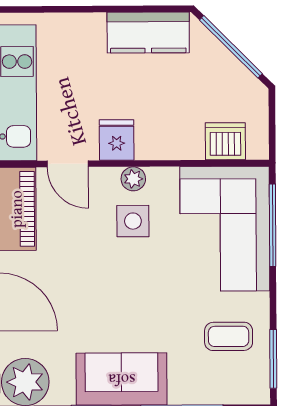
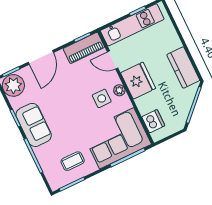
fridge: (117, 140) -> (138, 81), width x1.88, depth x1.34
door: (68, 164) -> (113, 60), hinge flipped
coffee table: (229, 336) -> (73, 161), turned 90

